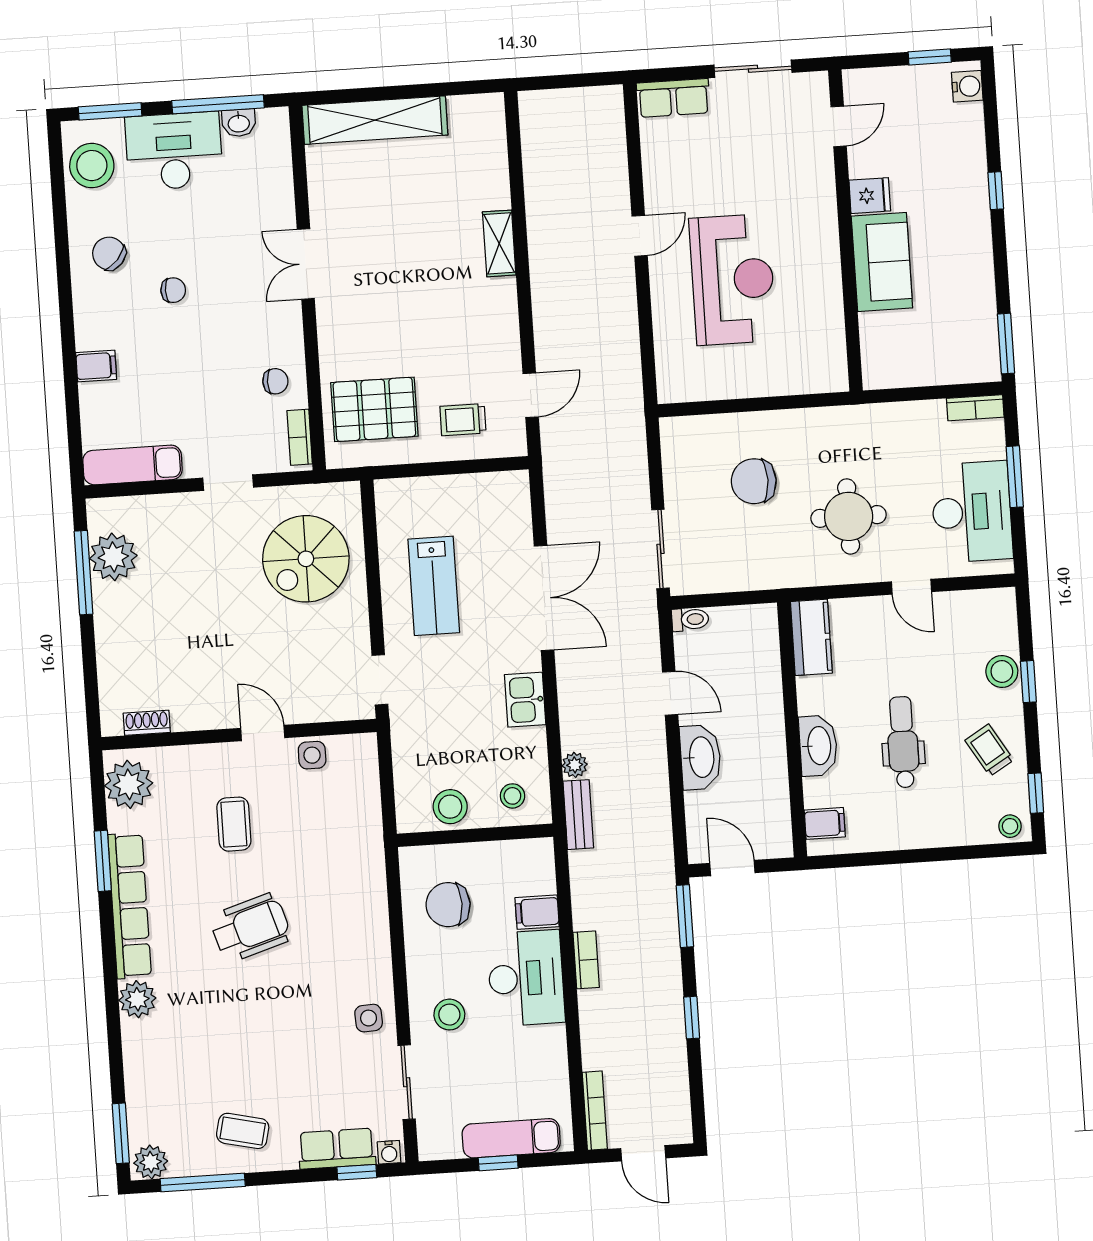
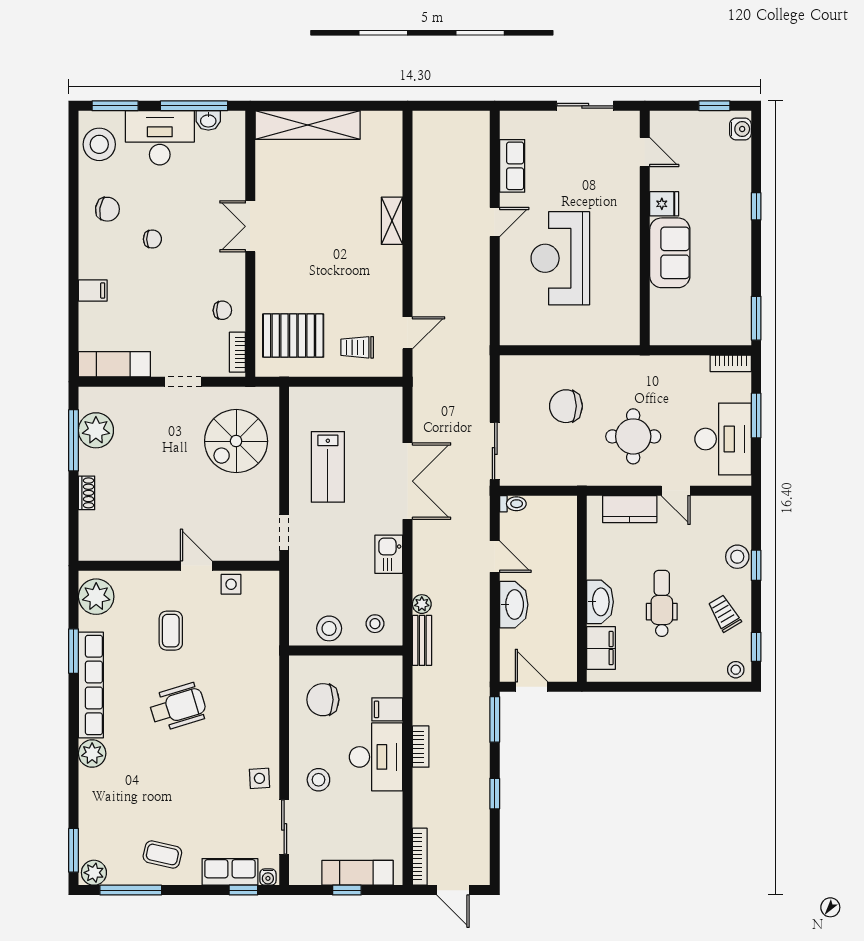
row of seats: (673, 98) -> (512, 166), moved, turned -90
door: (839, 126) -> (645, 152), hinge flipped
chair: (109, 253) -> (107, 209), turned 148
reception desk: (733, 279) -> (560, 258), turned 180
kitchen counter: (811, 637) -> (630, 509), moved, turned 90
shoe rack: (147, 723) -> (87, 493), moved, turned 90
filing cabinet: (825, 823) -> (601, 648), width x2.00

